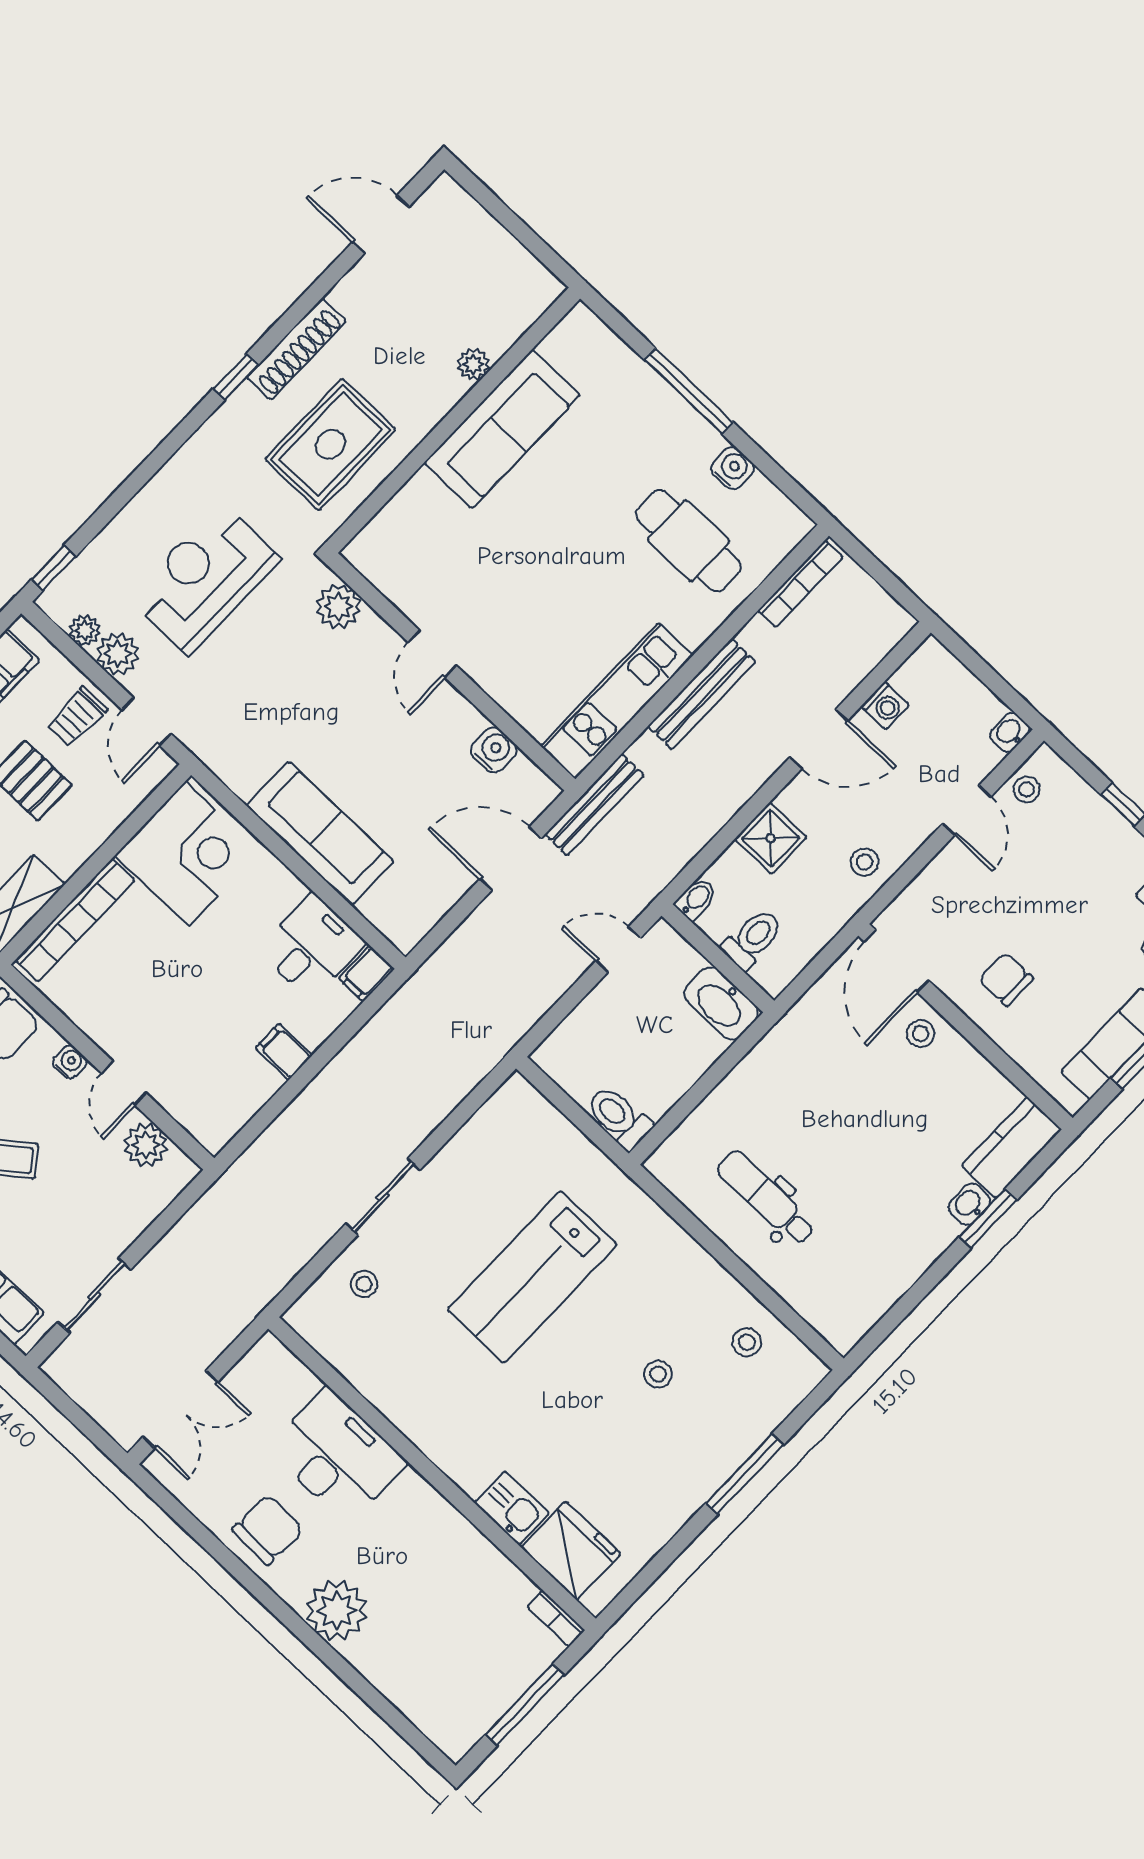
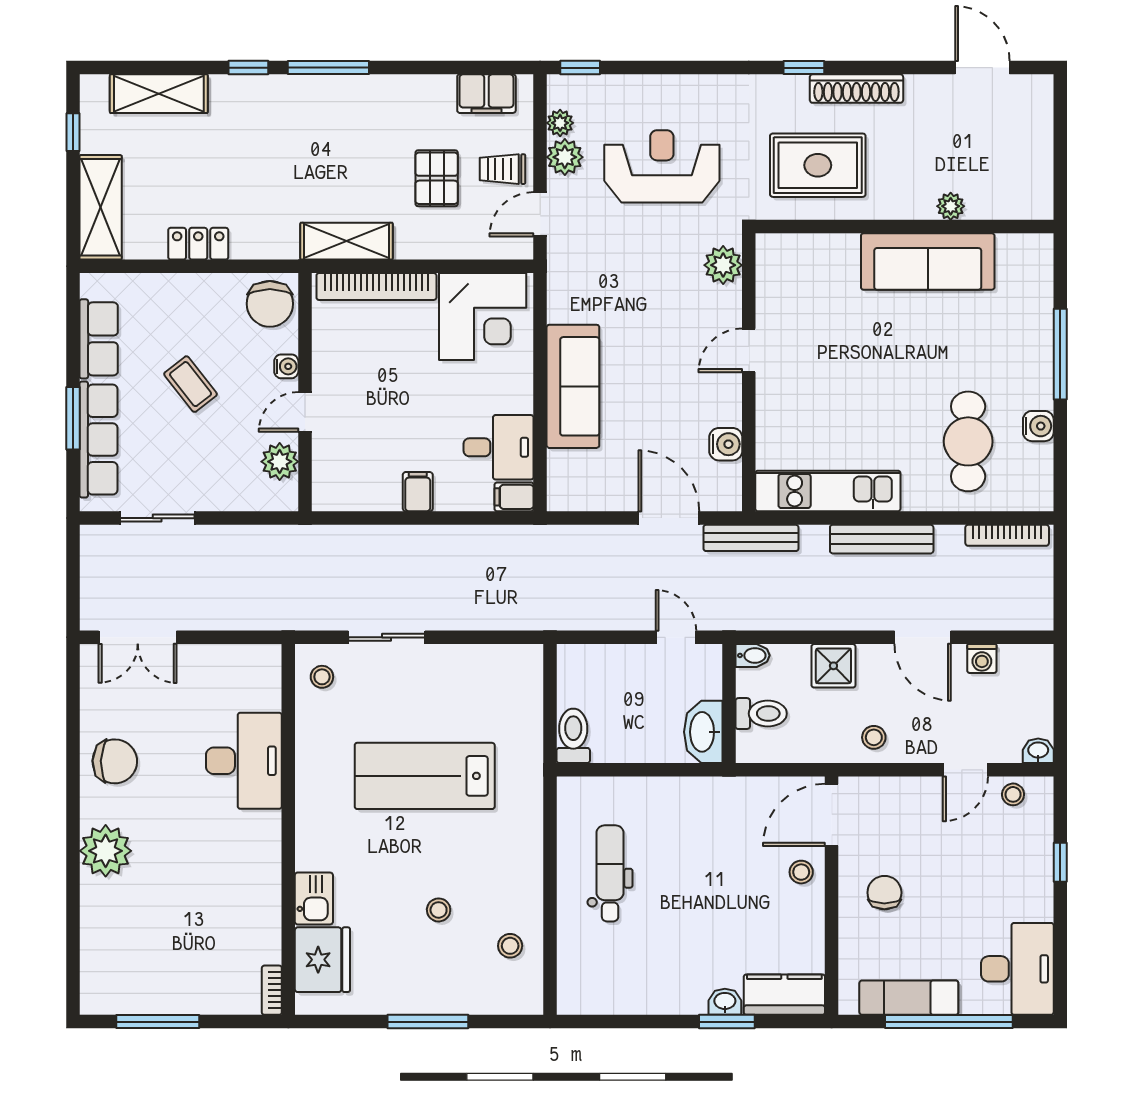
desk: (337, 1456) -> (244, 761), moved
wall: (432, 1474) -> (288, 829), moved
kitchen sink: (512, 1508) -> (314, 898), moved
fridge: (571, 1551) -> (322, 960), moved
bookcase: (556, 1619) -> (272, 990), moved

